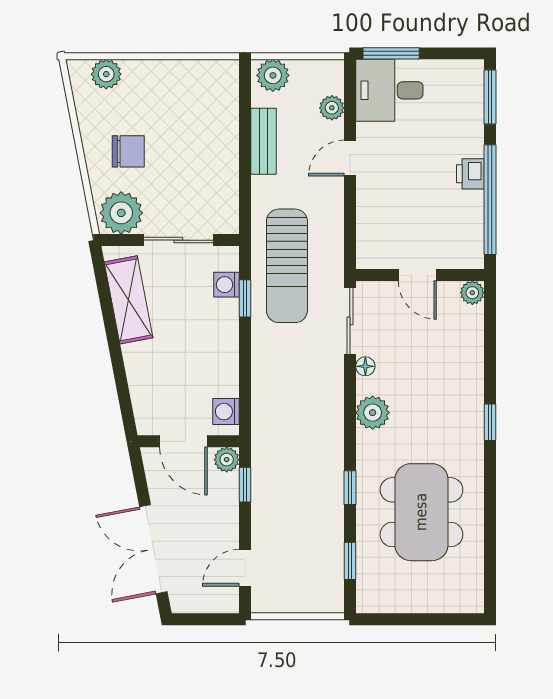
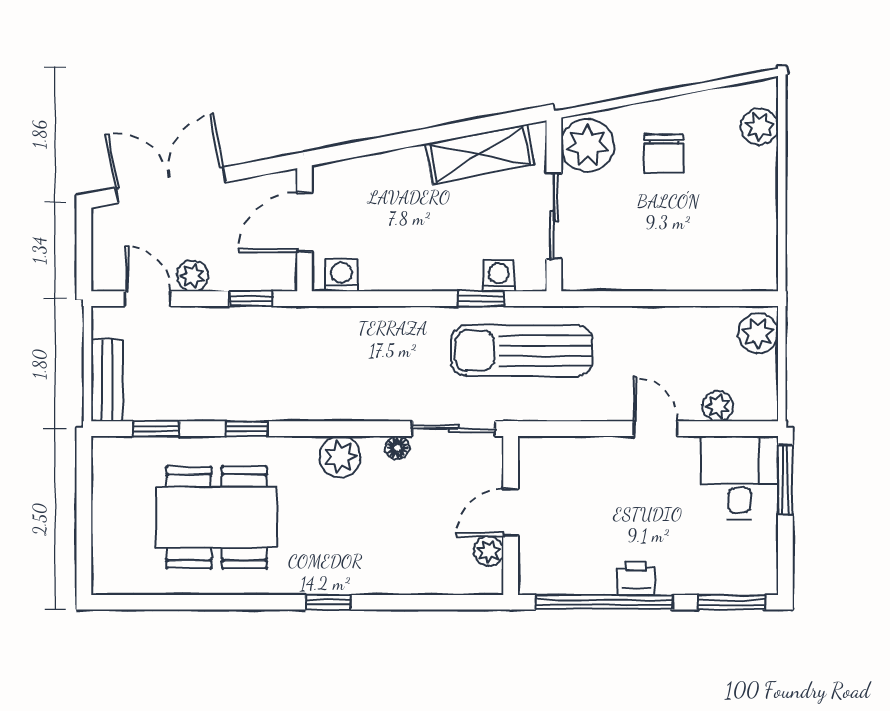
bench: (263, 141) -> (107, 380), moved, turned 90
plant: (472, 293) -> (489, 551), moved
plant: (227, 460) -> (193, 276), moved

